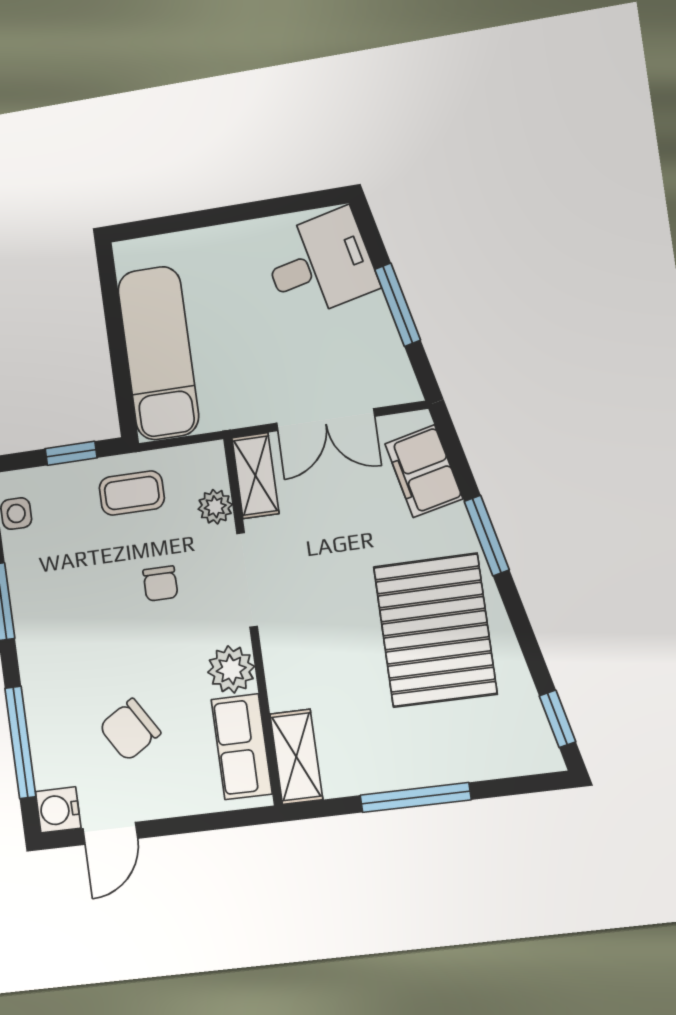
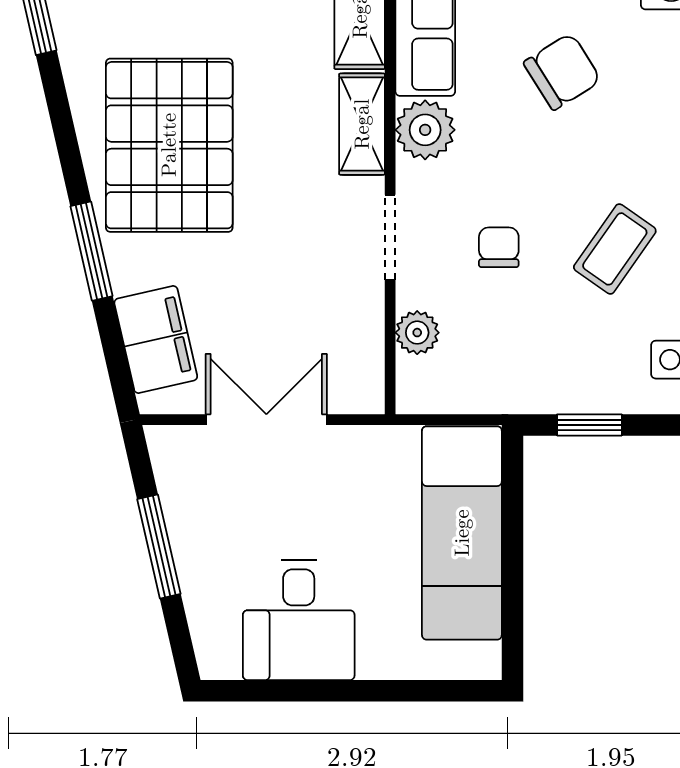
desk: (320, 264) -> (299, 620), moved, turned -77
shelving: (255, 476) -> (362, 124), moved
coffee table: (132, 493) -> (615, 249), moved, turned -55
doorway: (247, 580) -> (390, 237), width x0.73

